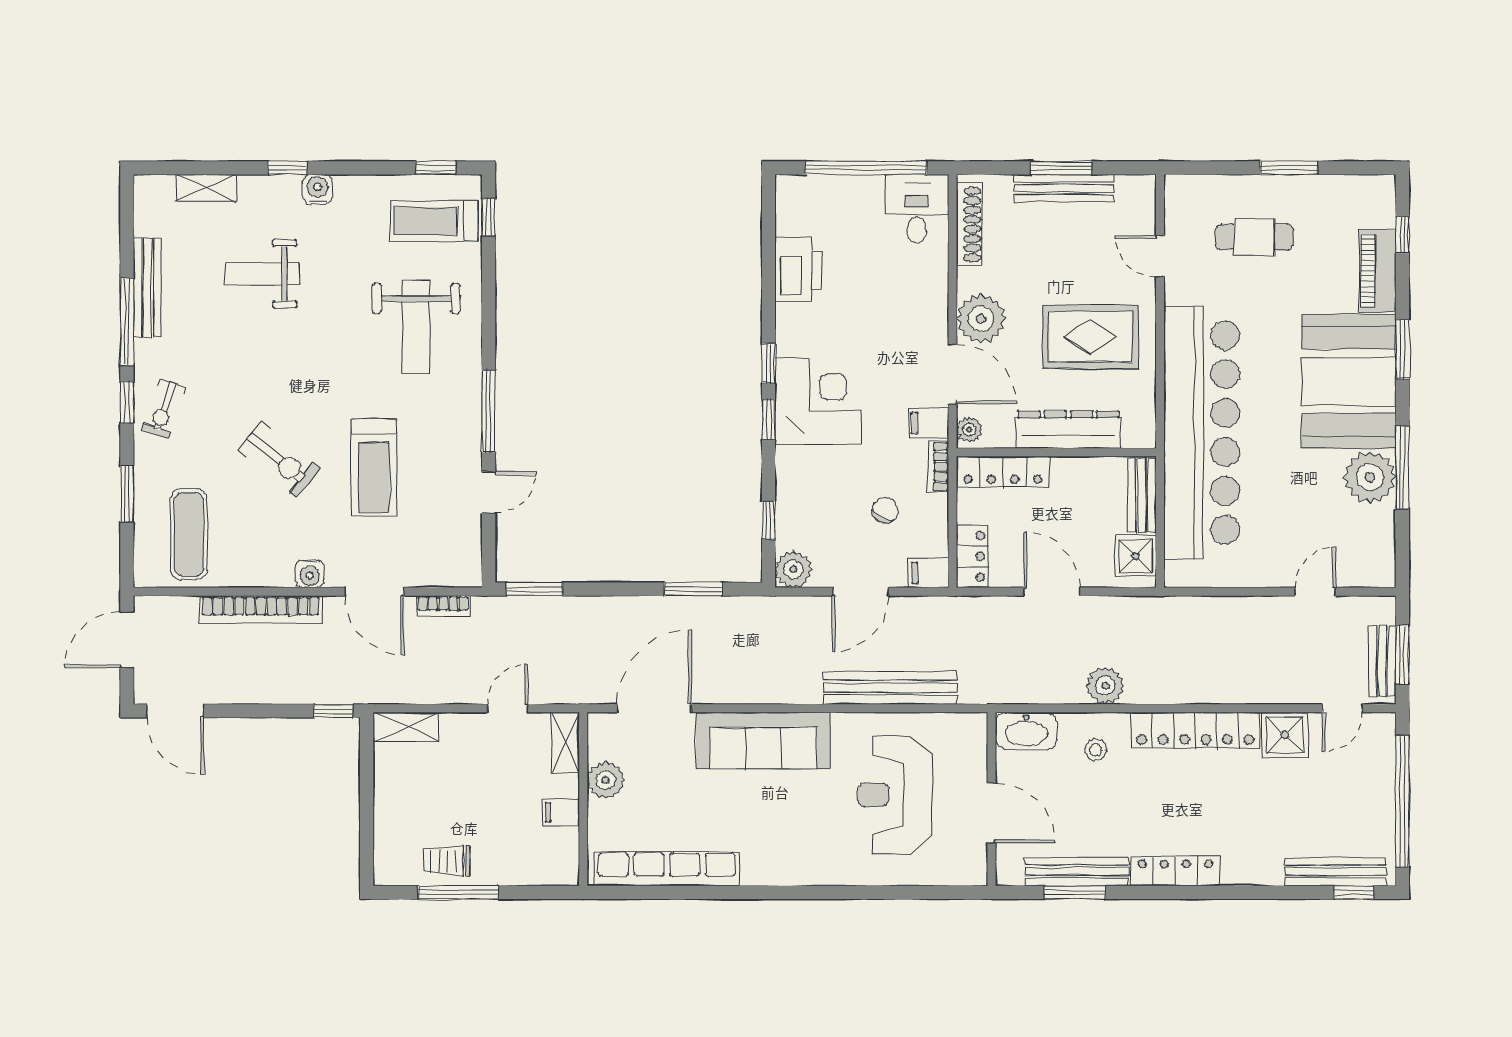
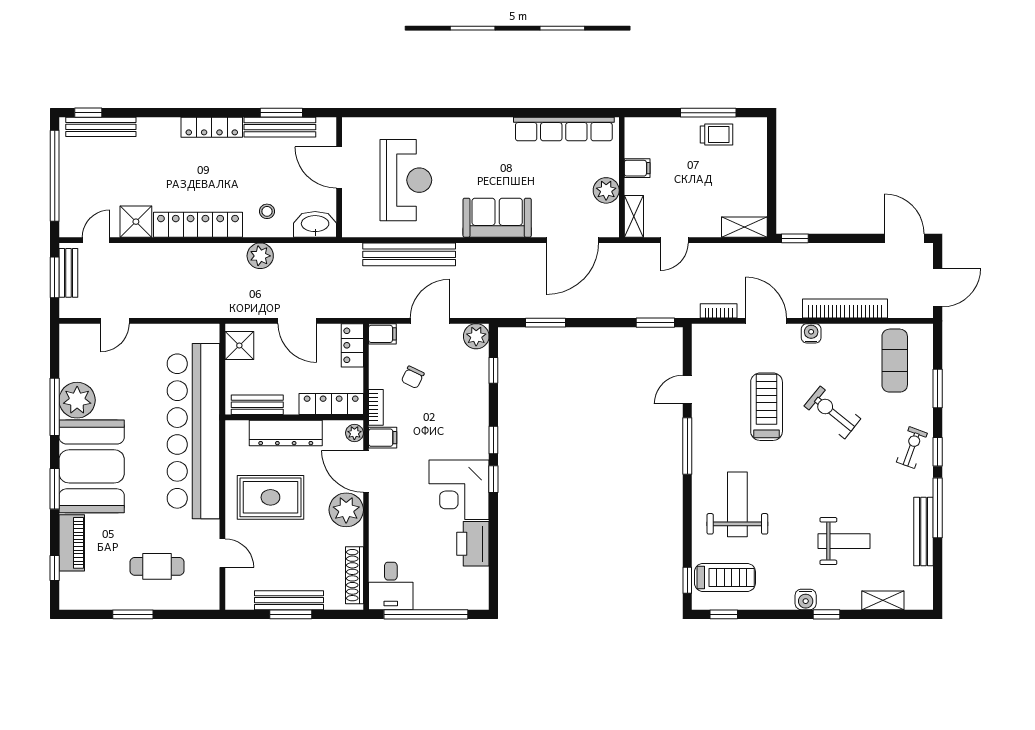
corner desk: (818, 401) -> (459, 490), moved
bench: (1142, 496) -> (257, 405), moved, turned 90
sofa: (763, 741) -> (497, 218), width x0.73

